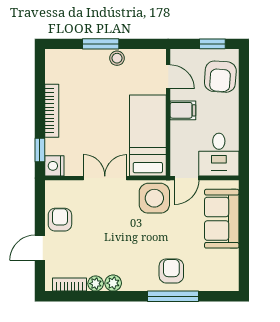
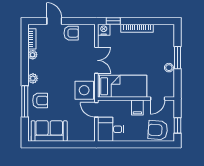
sofa: (222, 219) -> (49, 131), moved
plant: (113, 283) -> (33, 78), moved

